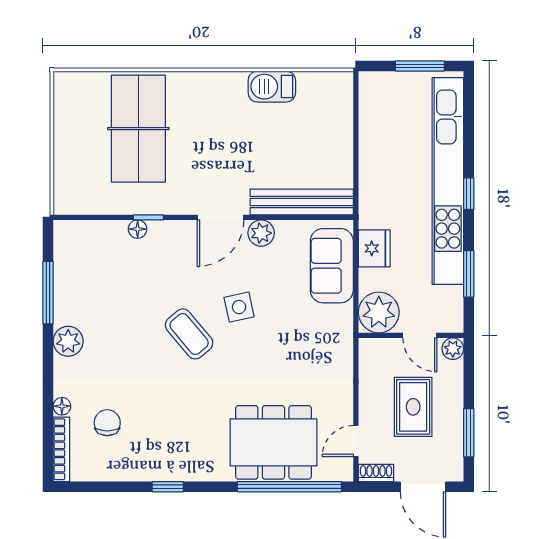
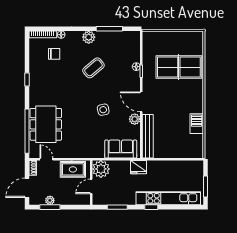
kitchen unit: (448, 181) -> (168, 198), width x0.73
fridge: (374, 248) -> (139, 167), moved
coffee table: (189, 334) -> (93, 68), moved
plant: (453, 349) -> (50, 200), moved
rug: (413, 407) -> (73, 169), moved

